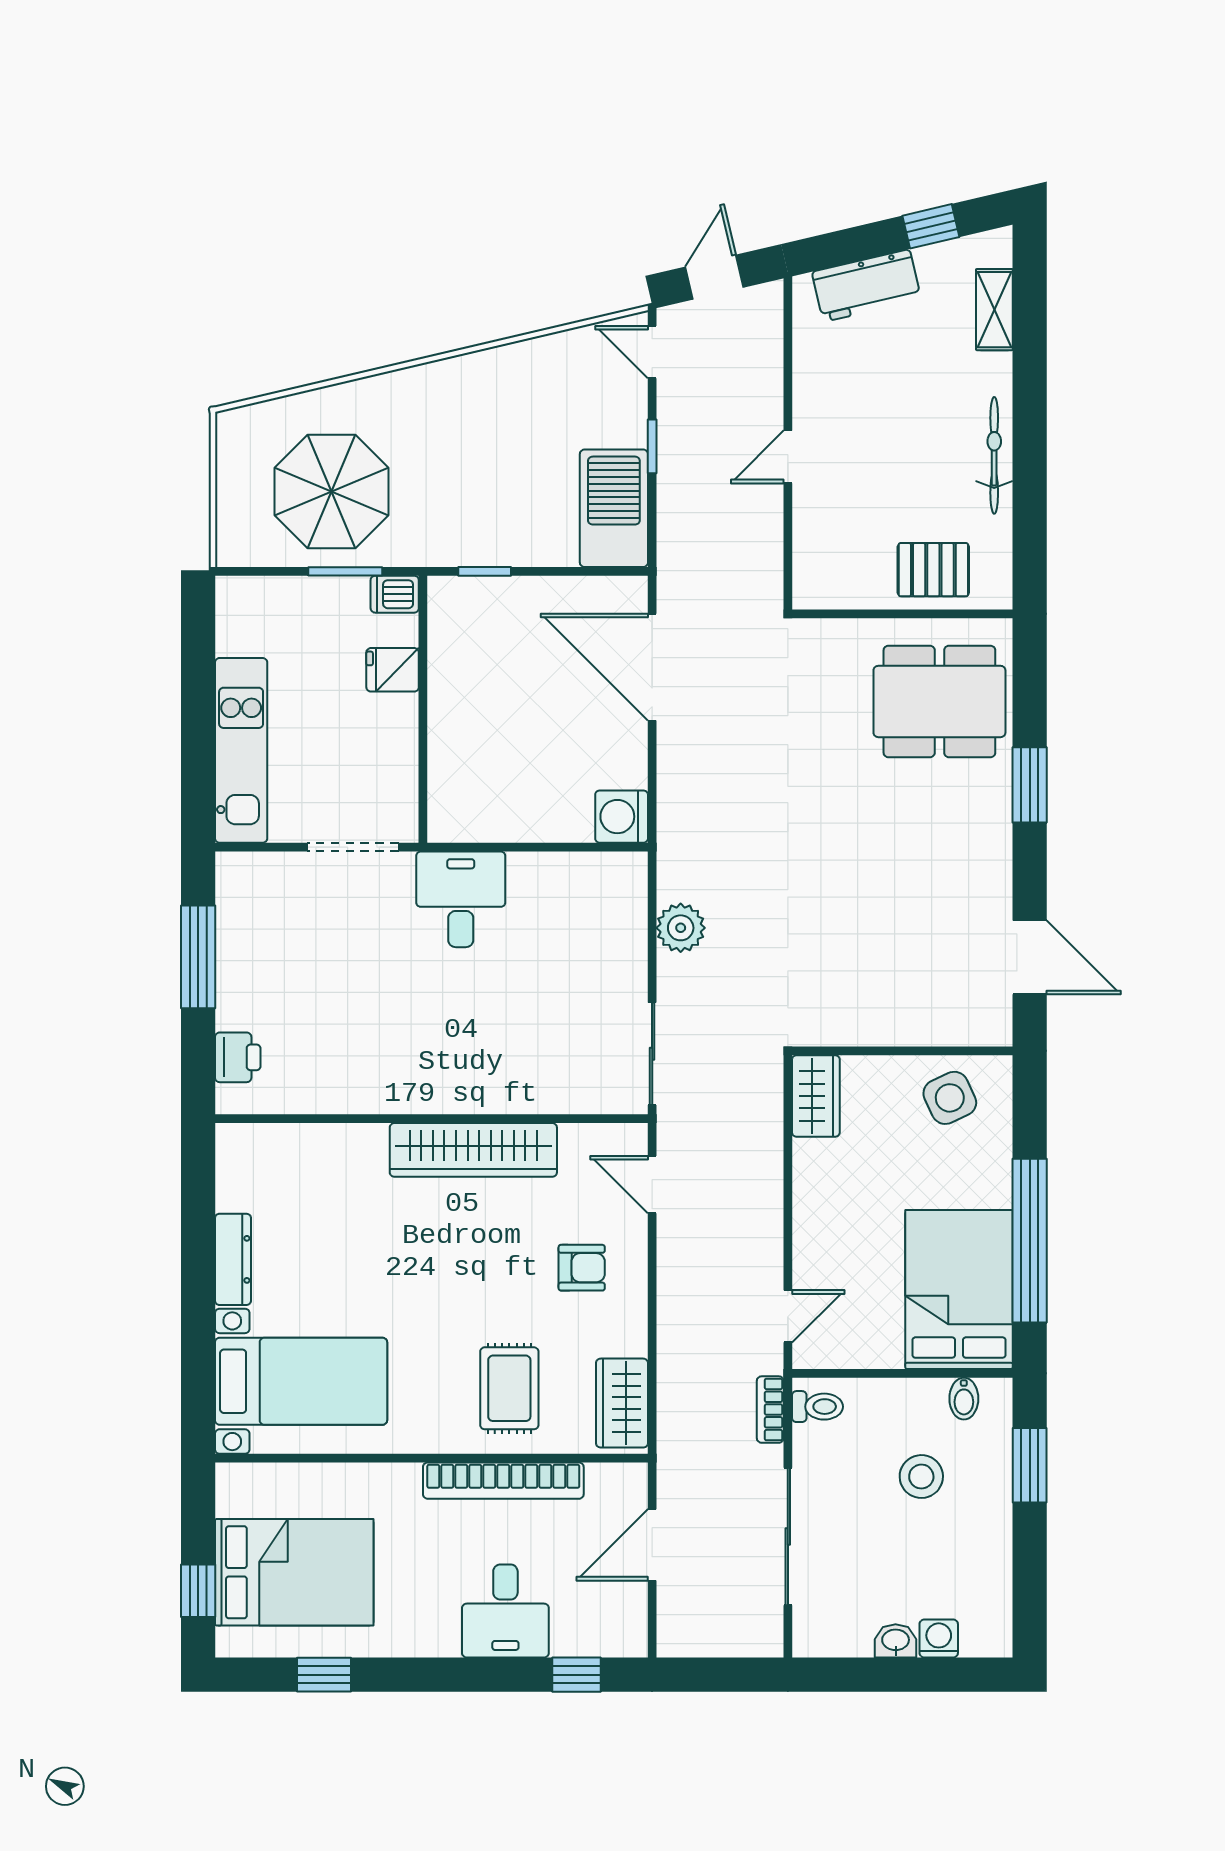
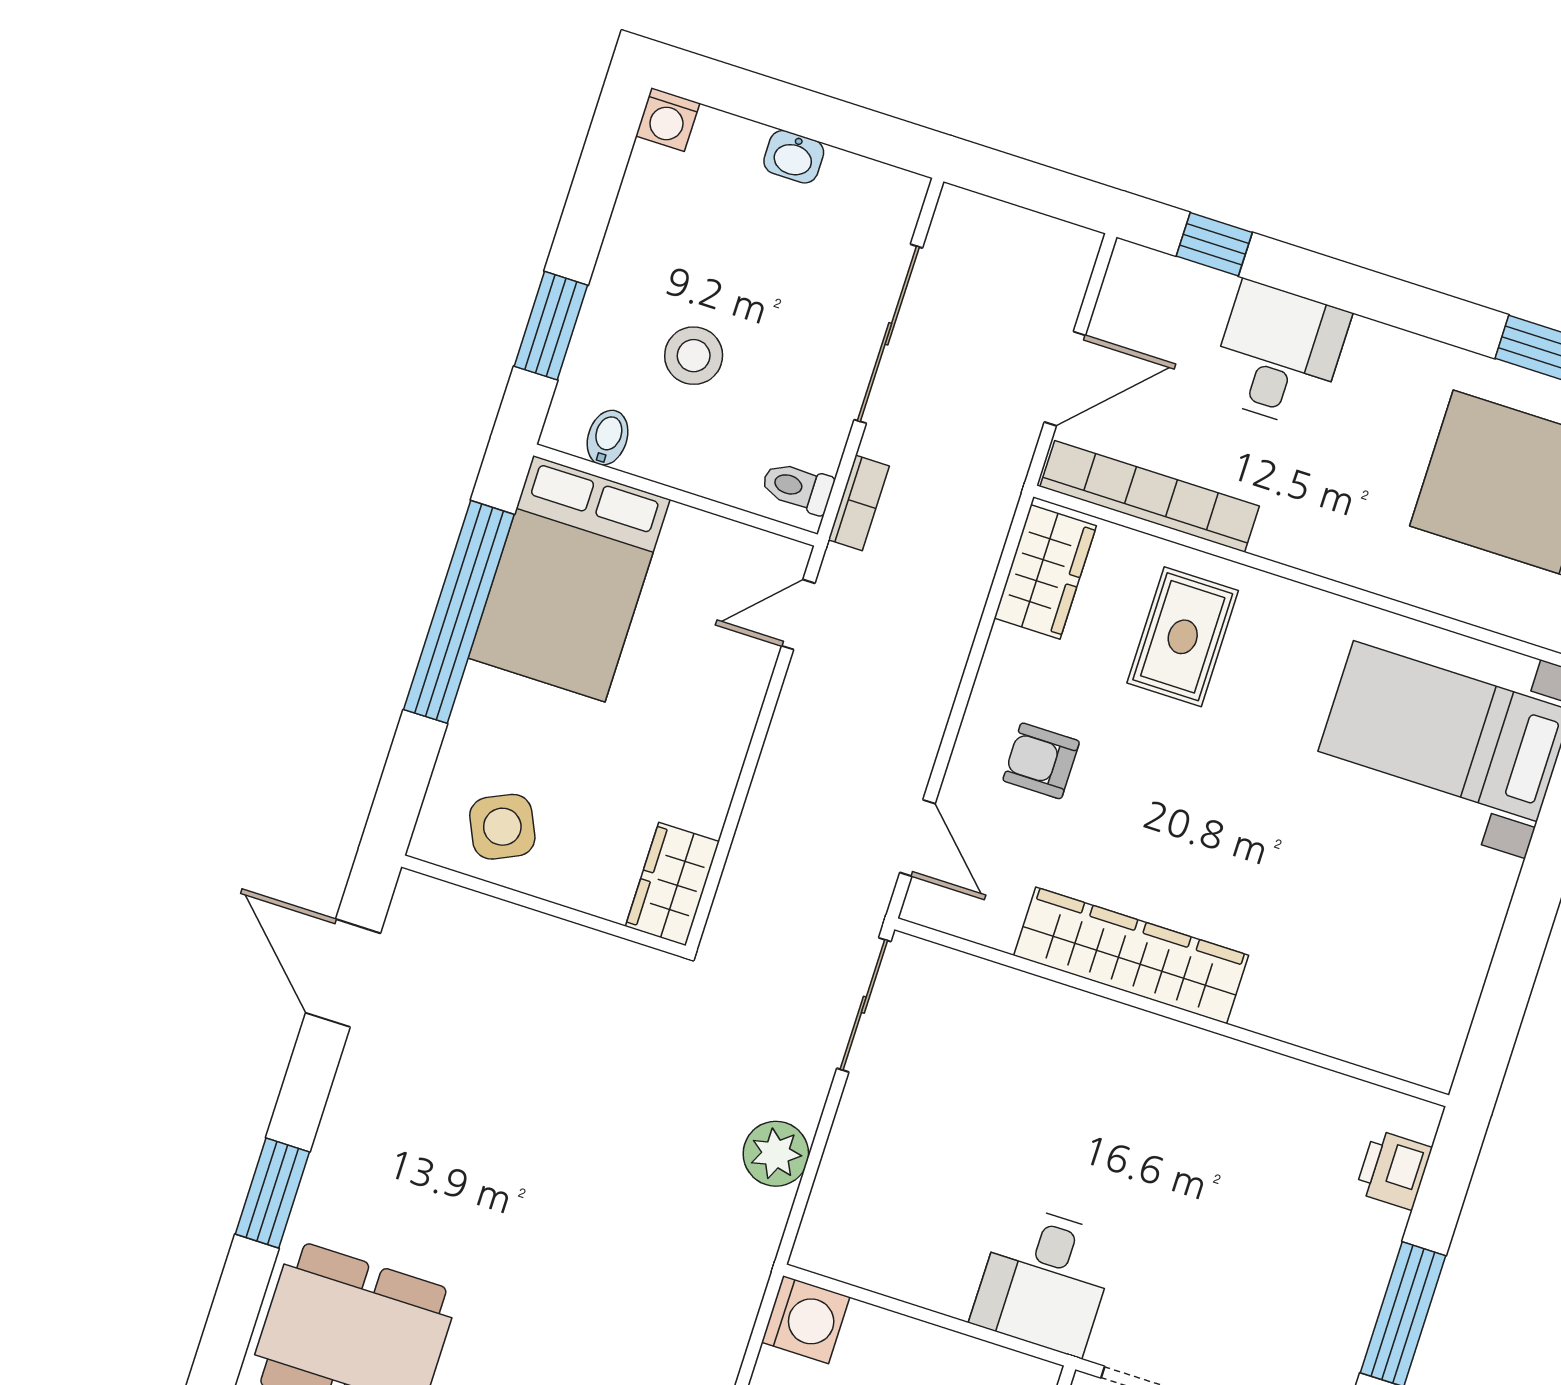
dresser: (233, 1259) -> (1482, 914), removed
bookcase: (503, 1481) -> (1150, 496), moved
washing machine: (939, 1638) -> (668, 120), moved

